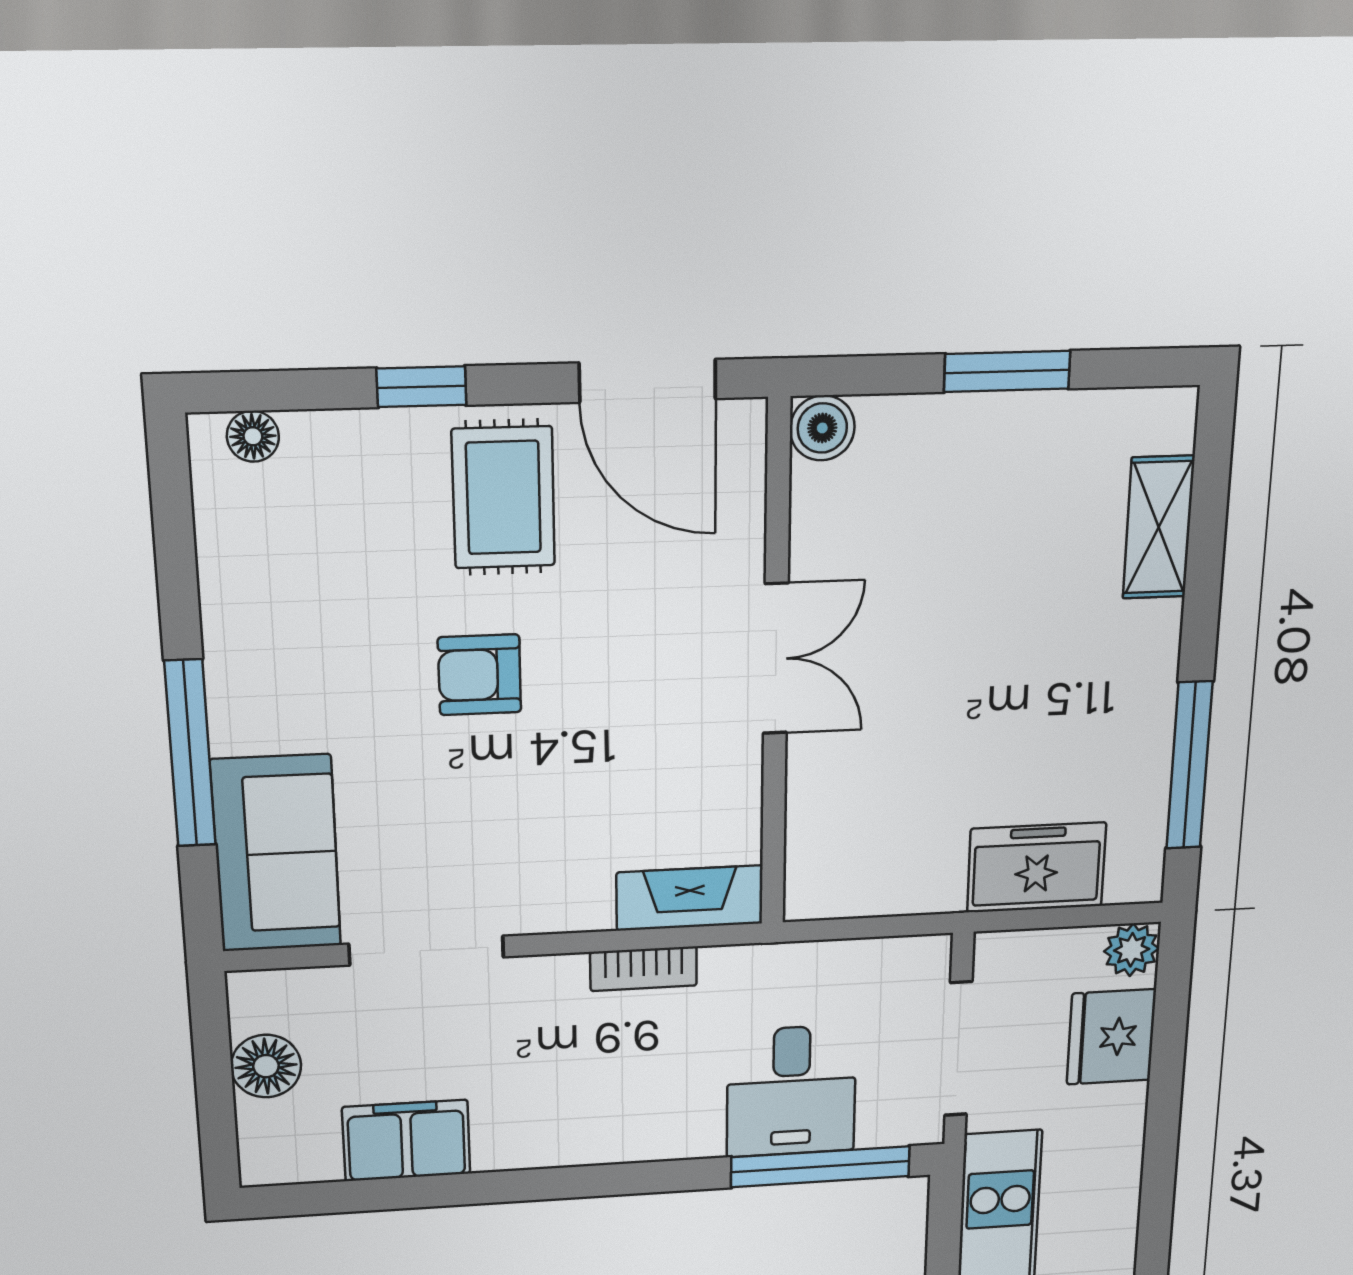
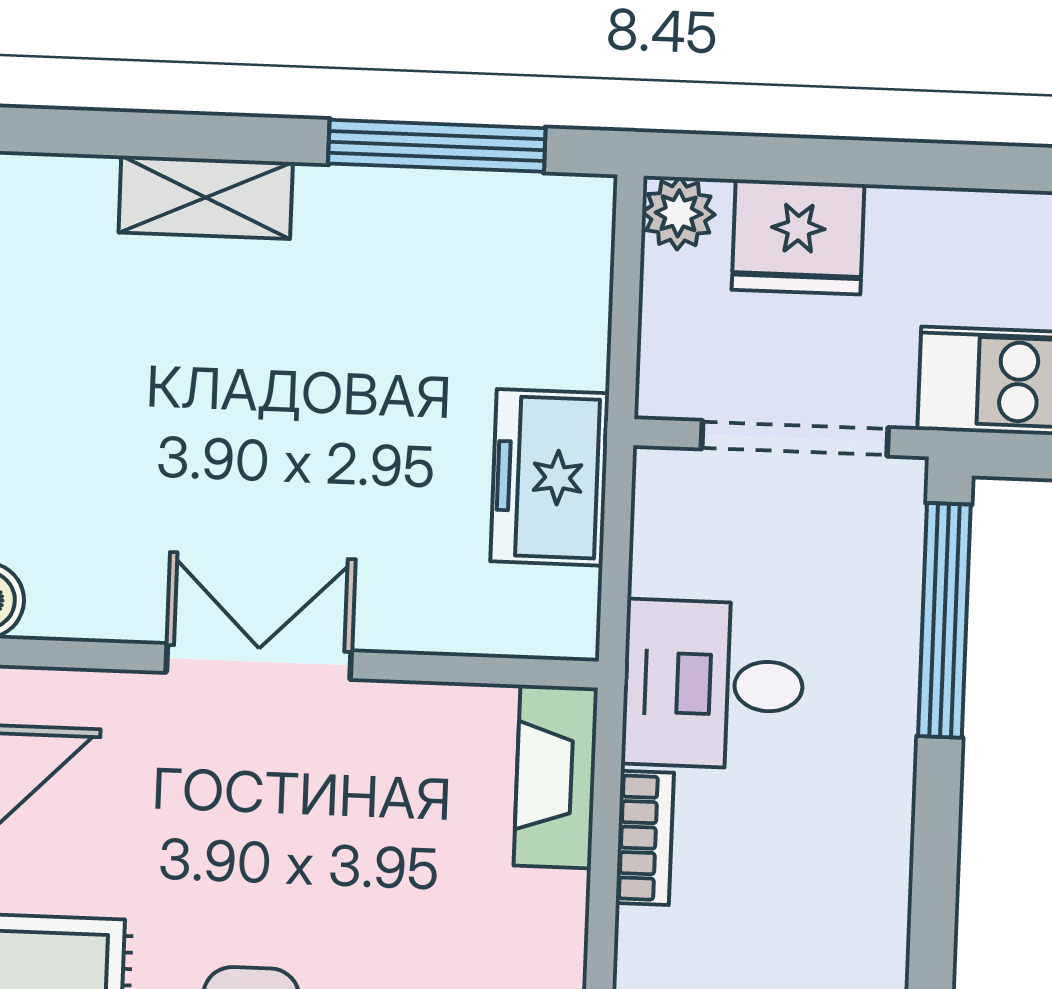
shelving: (1159, 527) -> (206, 197), moved
freezer: (1037, 868) -> (550, 477), moved
desk: (791, 1091) -> (713, 684), moved, turned 180

